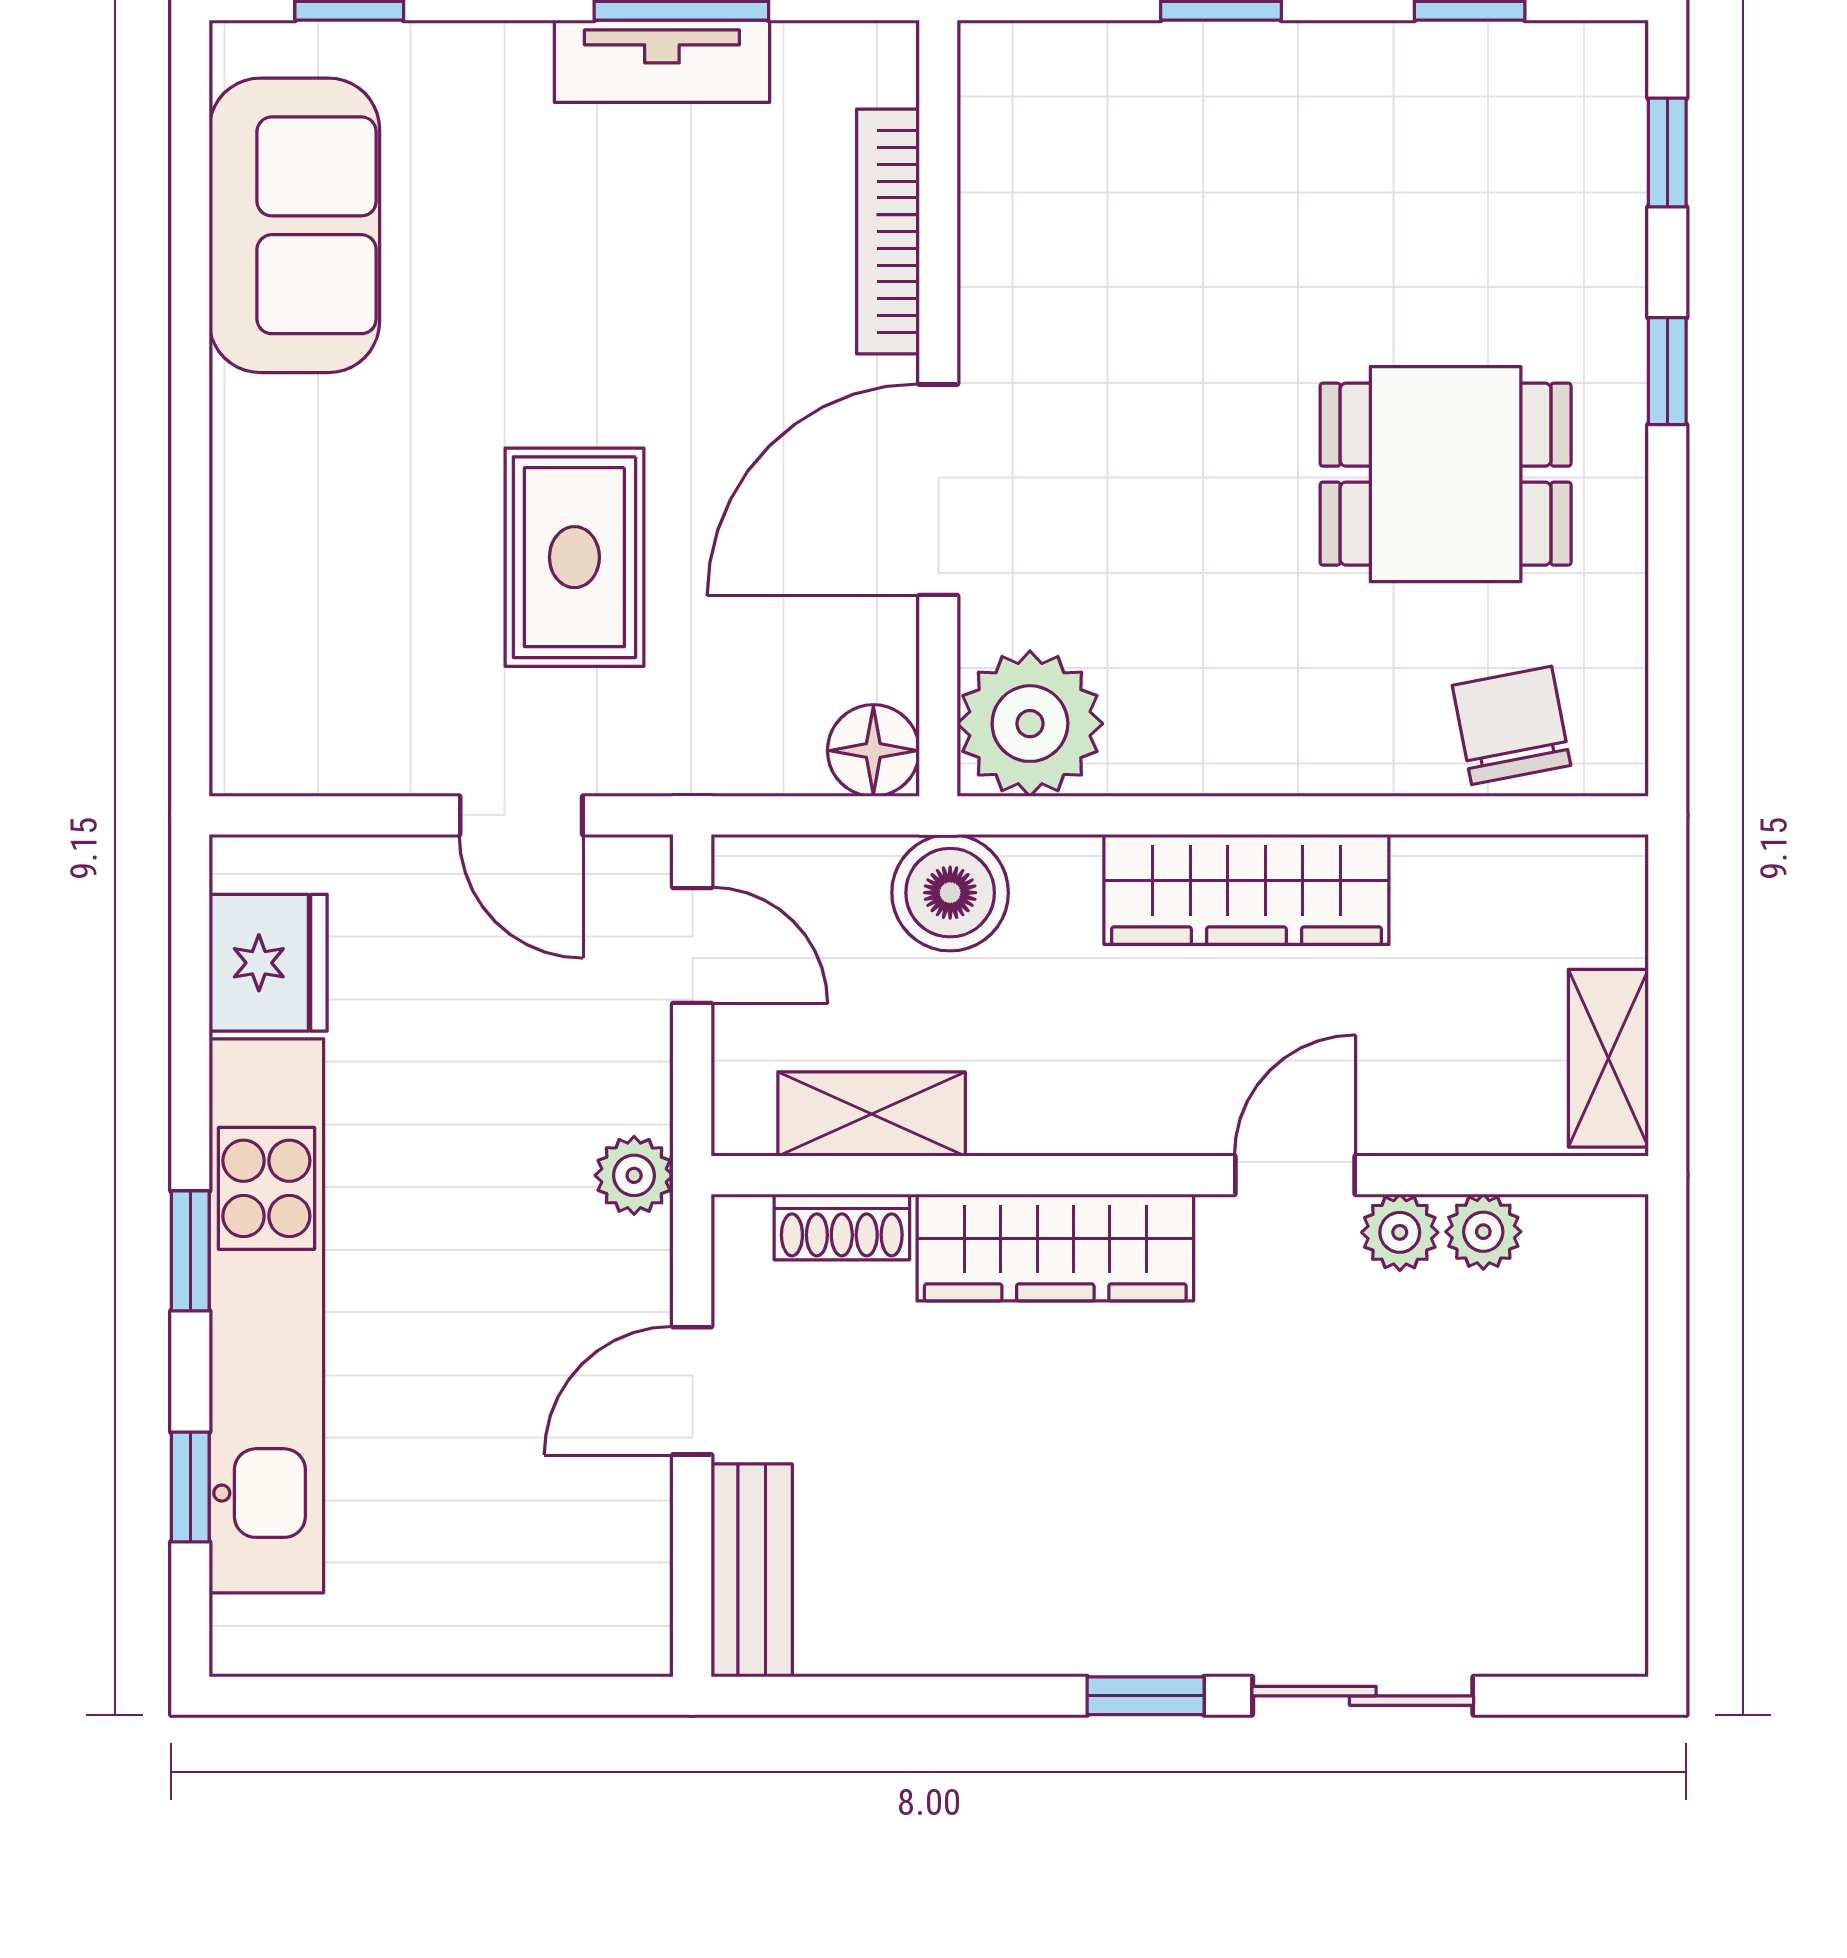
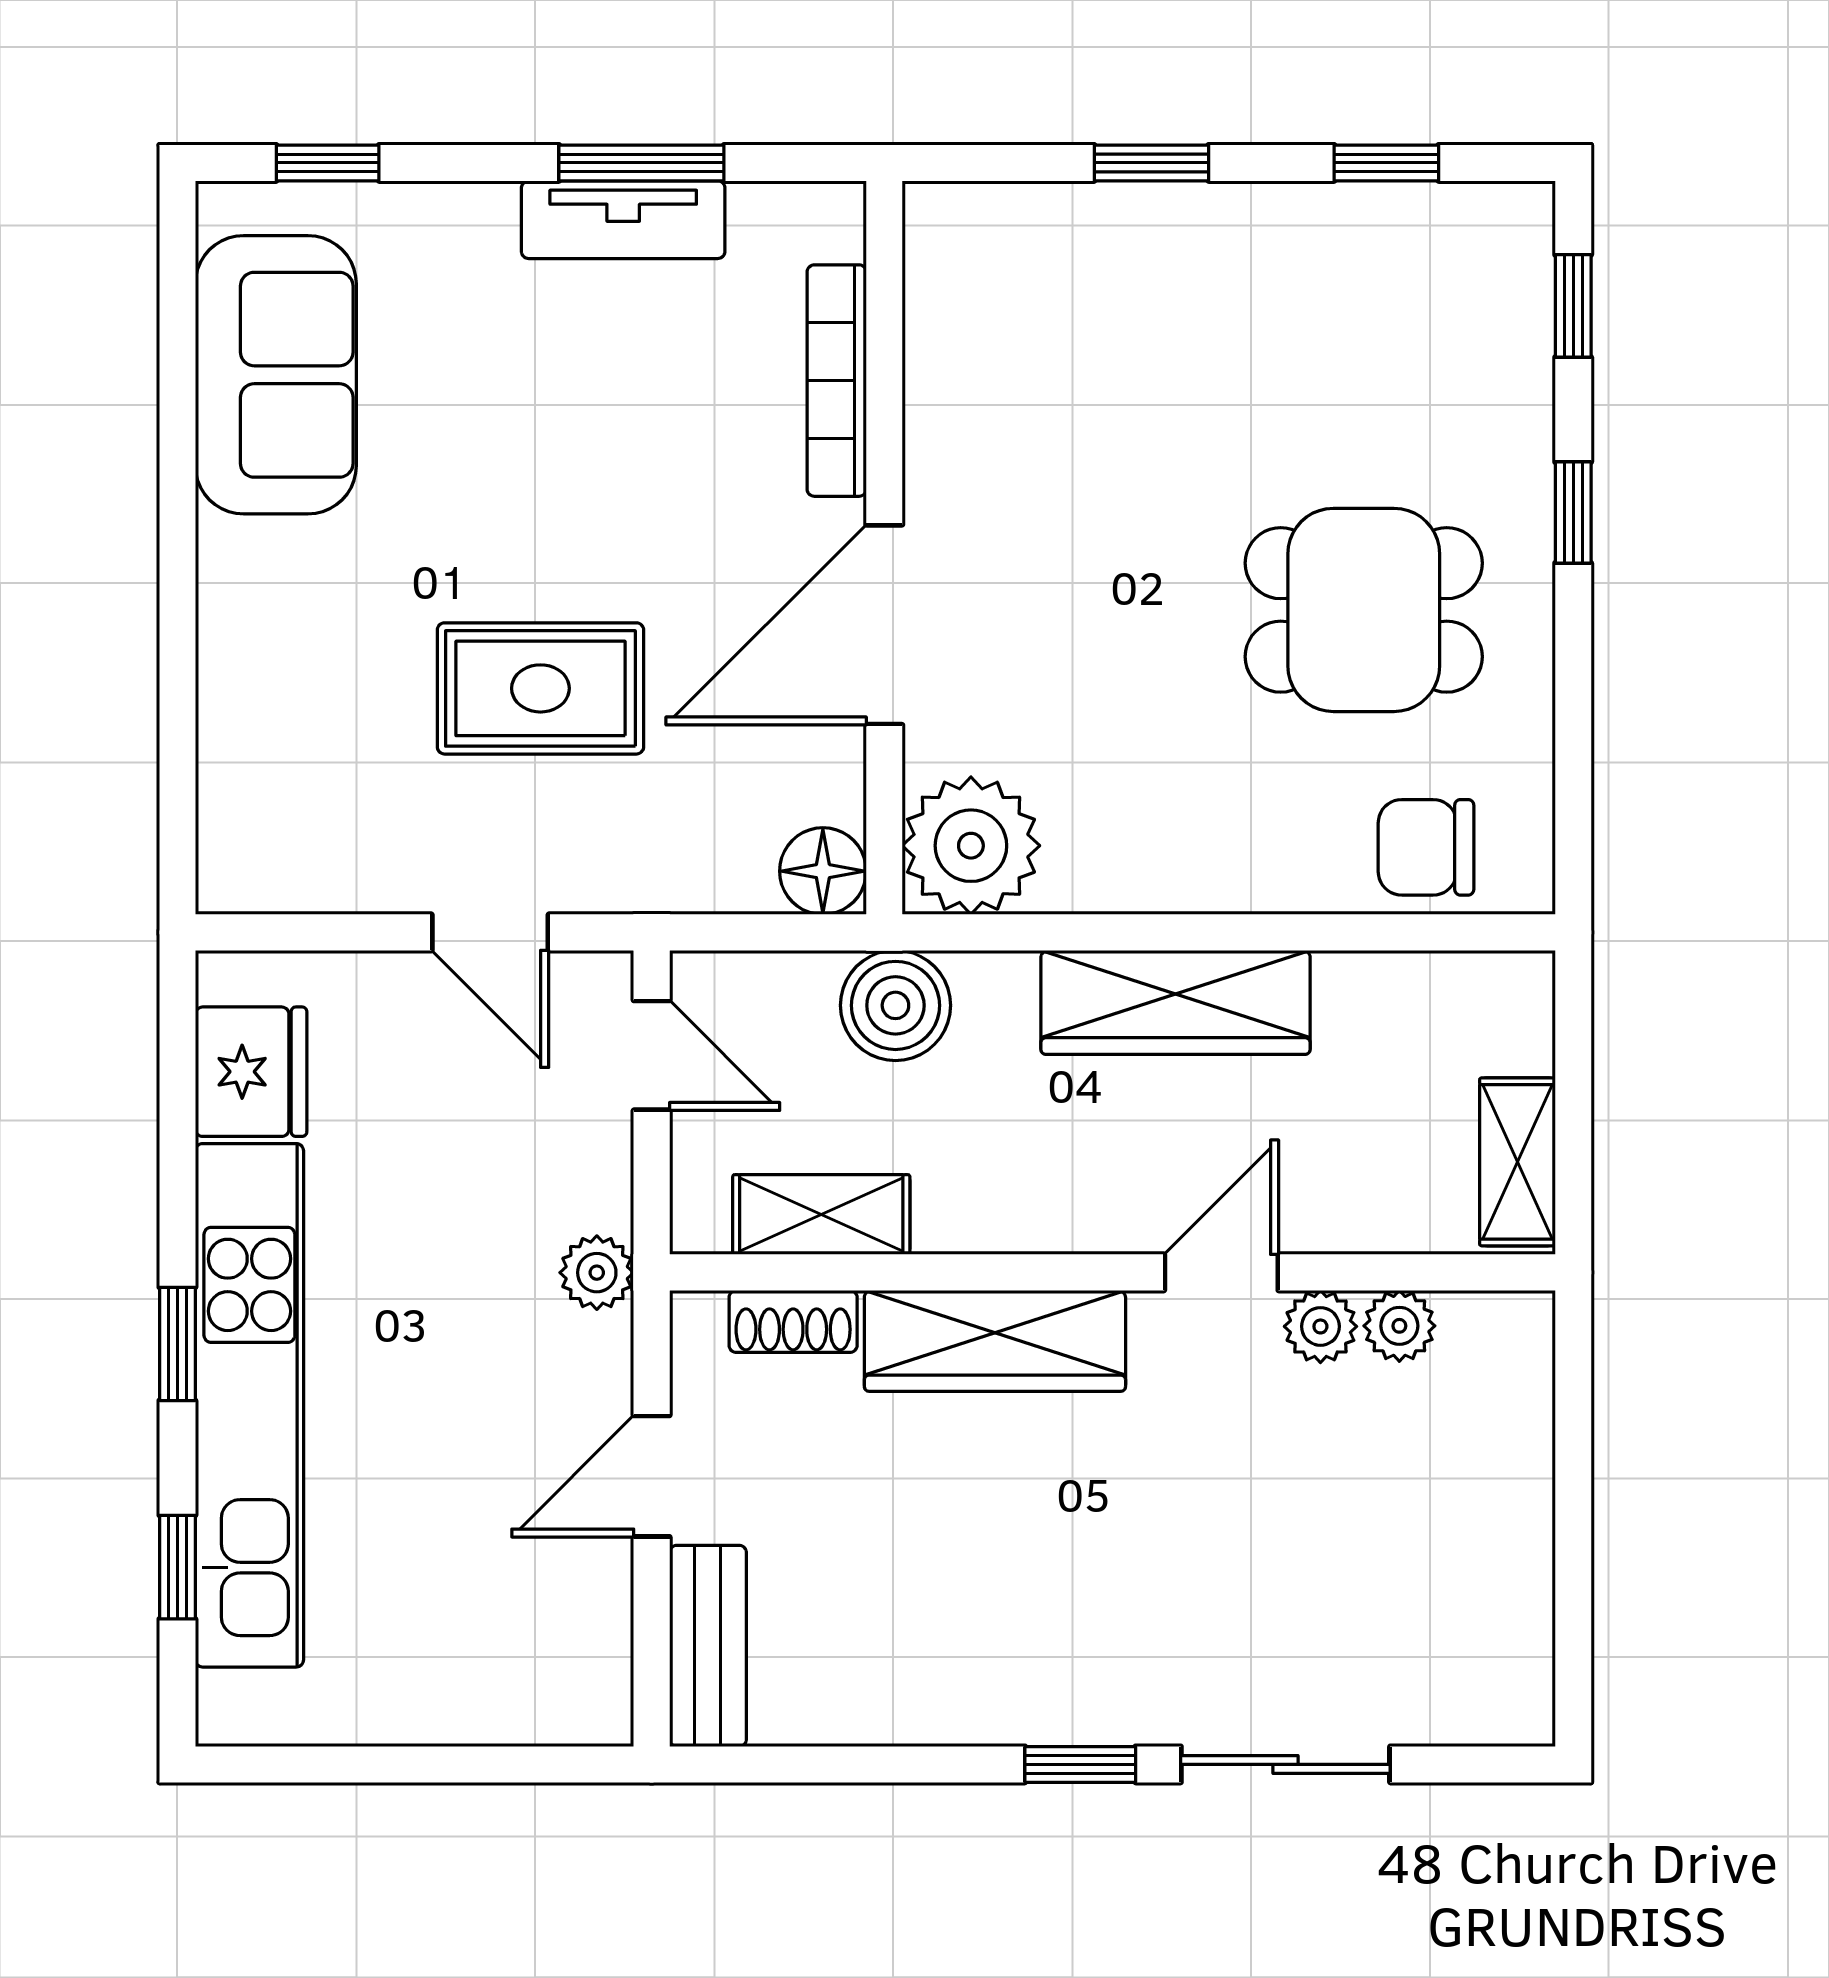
rug: (574, 557) -> (540, 688), turned 90
chair: (1512, 725) -> (1426, 847), turned -79

